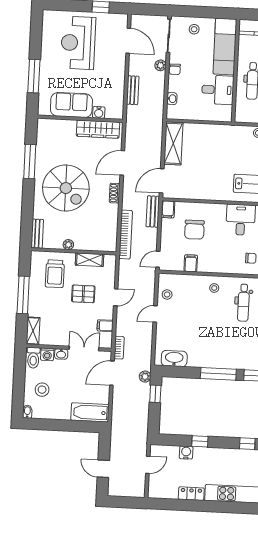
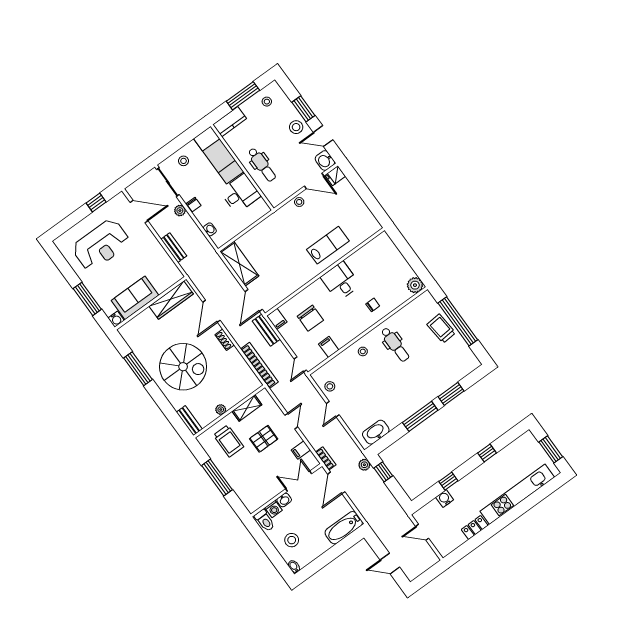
reception desk: (78, 43) -> (101, 245), turned -90
water cooler: (99, 112) -> (116, 319), moved
shelving: (33, 331) -> (247, 500), removed
door: (148, 465) -> (422, 532), swing flipped

